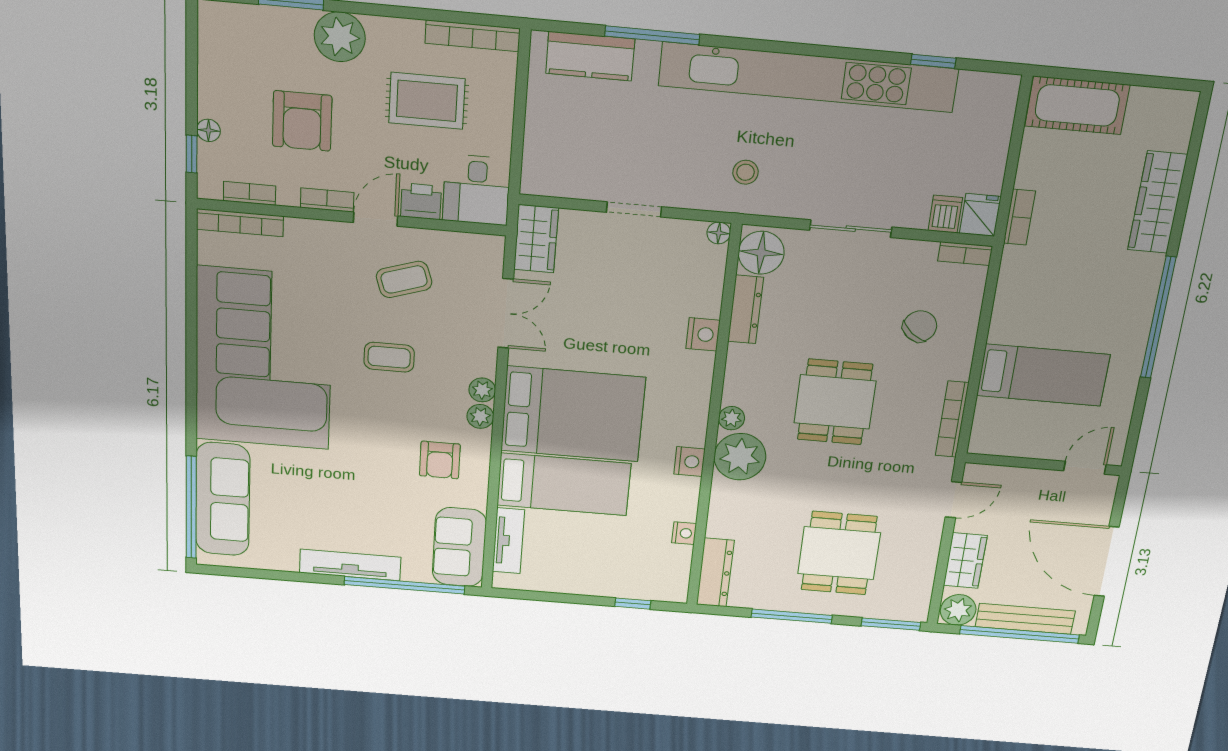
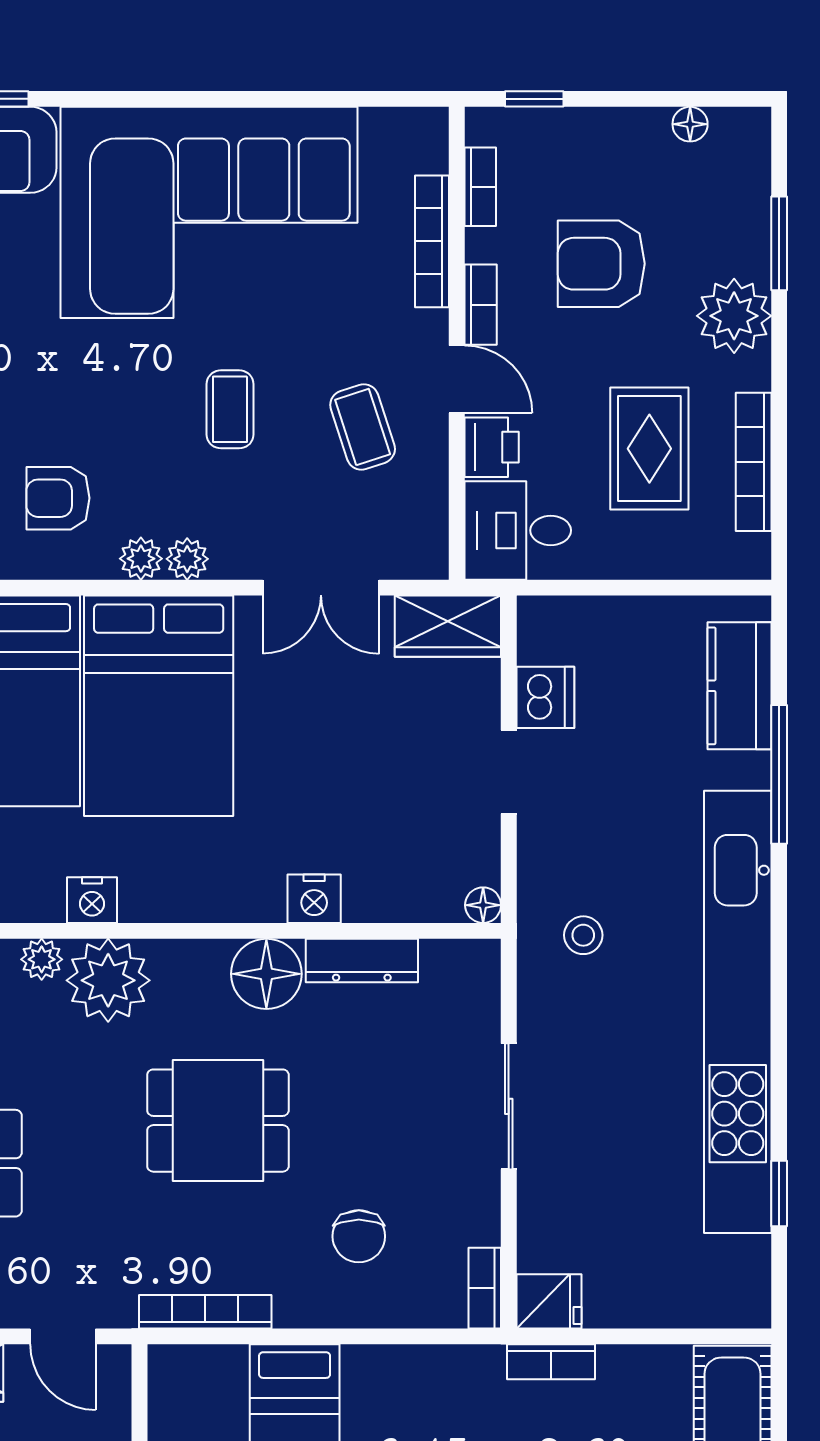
bookcase: (473, 36) -> (754, 462), moved
floor lamp: (208, 130) -> (690, 124), moved
dishwasher: (945, 214) -> (545, 697), moved, width x1.38
bookcase: (240, 223) -> (432, 241), moved
floor lamp: (761, 253) -> (266, 974), moved
chair: (920, 326) -> (359, 1236), turned 51
plant: (732, 418) -> (42, 959), moved

